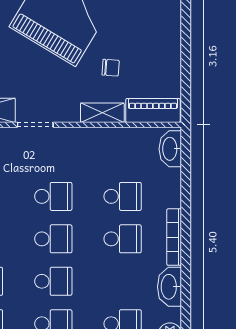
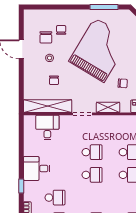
shelving: (102, 113) -> (108, 107), moved
school desk: (53, 281) -> (92, 198), removed

